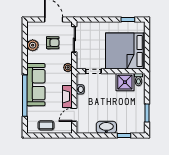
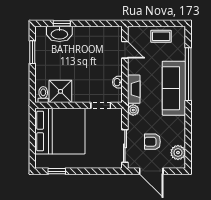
plant: (33, 45) -> (178, 153), moved
fireplace: (67, 96) -> (134, 89), moved
door: (74, 115) -> (125, 50), hinge flipped
washbasin: (106, 127) -> (59, 34), moved

